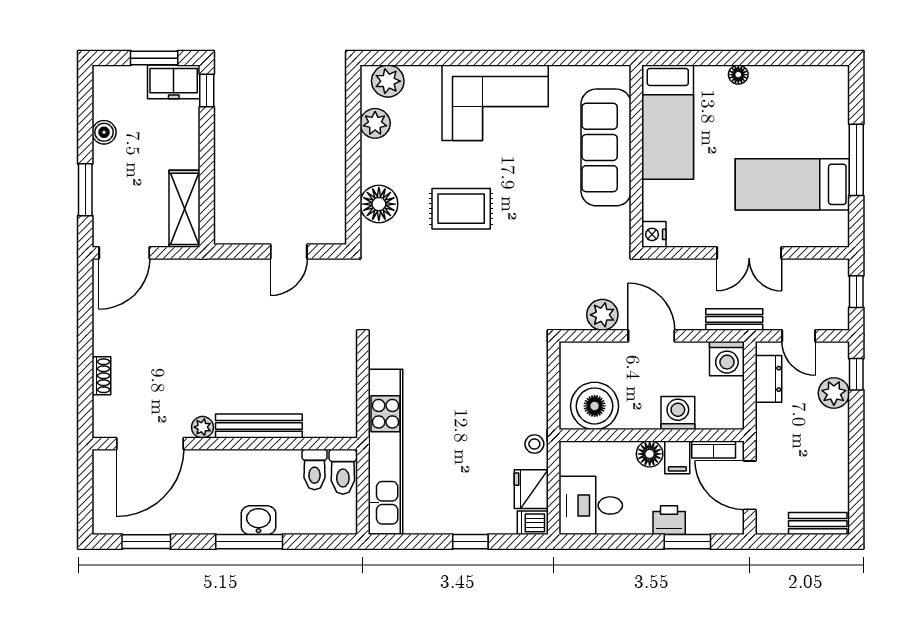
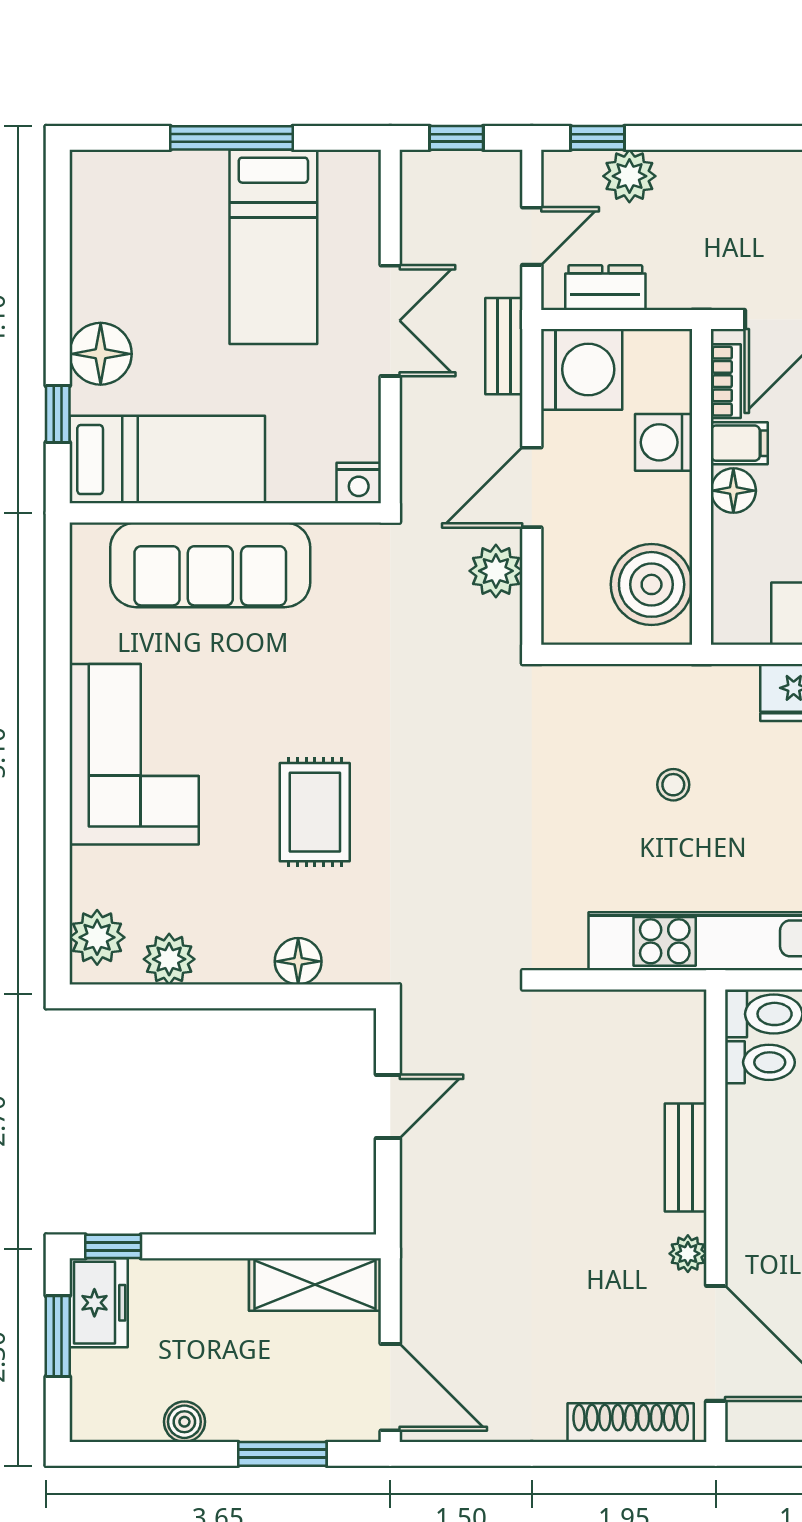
window: (694, 58) -> (58, 414), added
floor lamp: (738, 75) -> (101, 354), width x1.89, depth x1.89
floor lamp: (379, 204) -> (298, 961), width x0.73, depth x0.73
door: (289, 251) -> (388, 1106), hinge flipped
washing machine: (727, 359) -> (582, 369), width x1.37, depth x1.37
shoe rack: (101, 376) -> (631, 1423), width x1.94, depth x1.24
bench: (259, 426) -> (686, 1158), width x0.73
stool: (534, 444) -> (673, 785), moved

